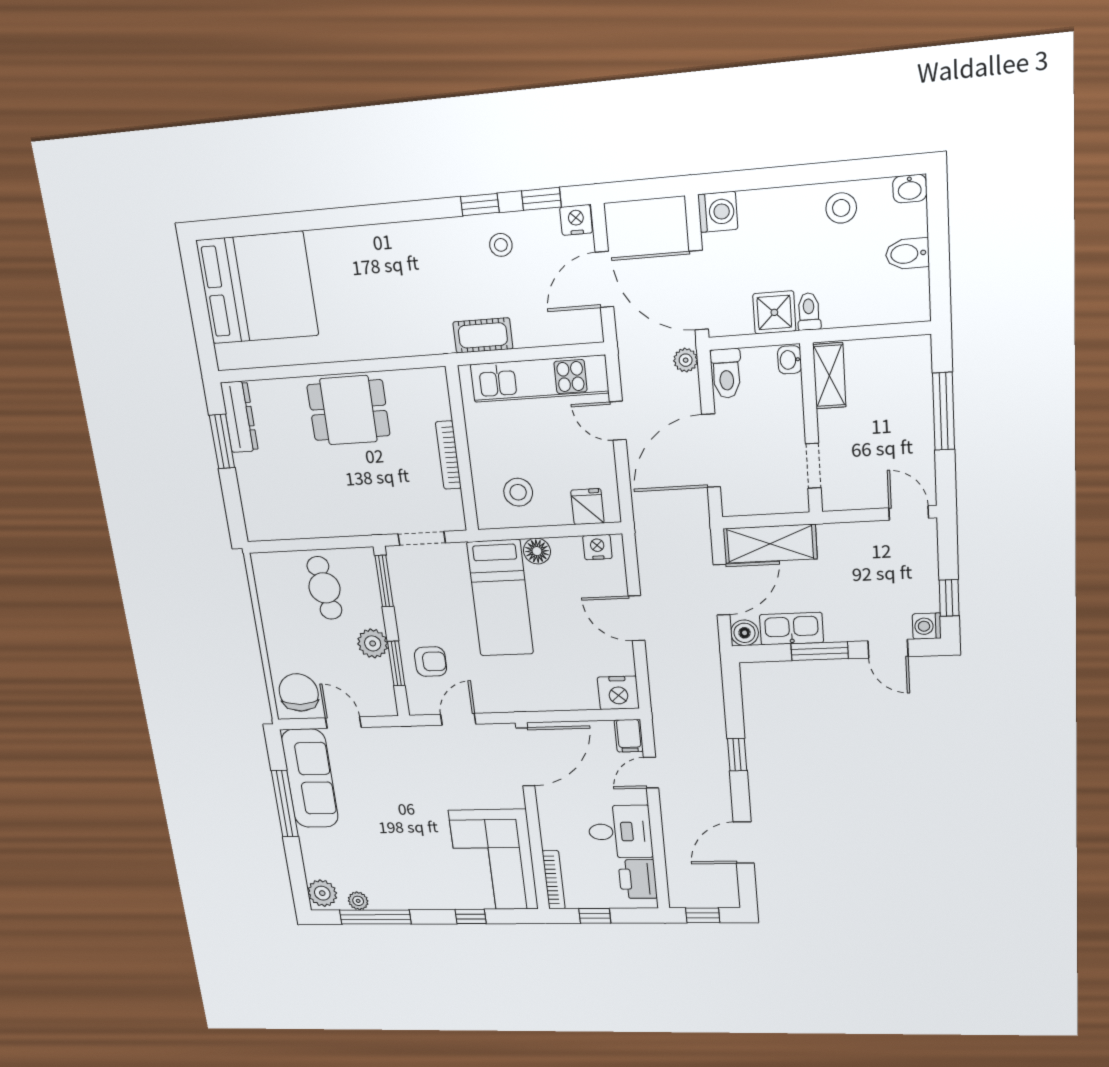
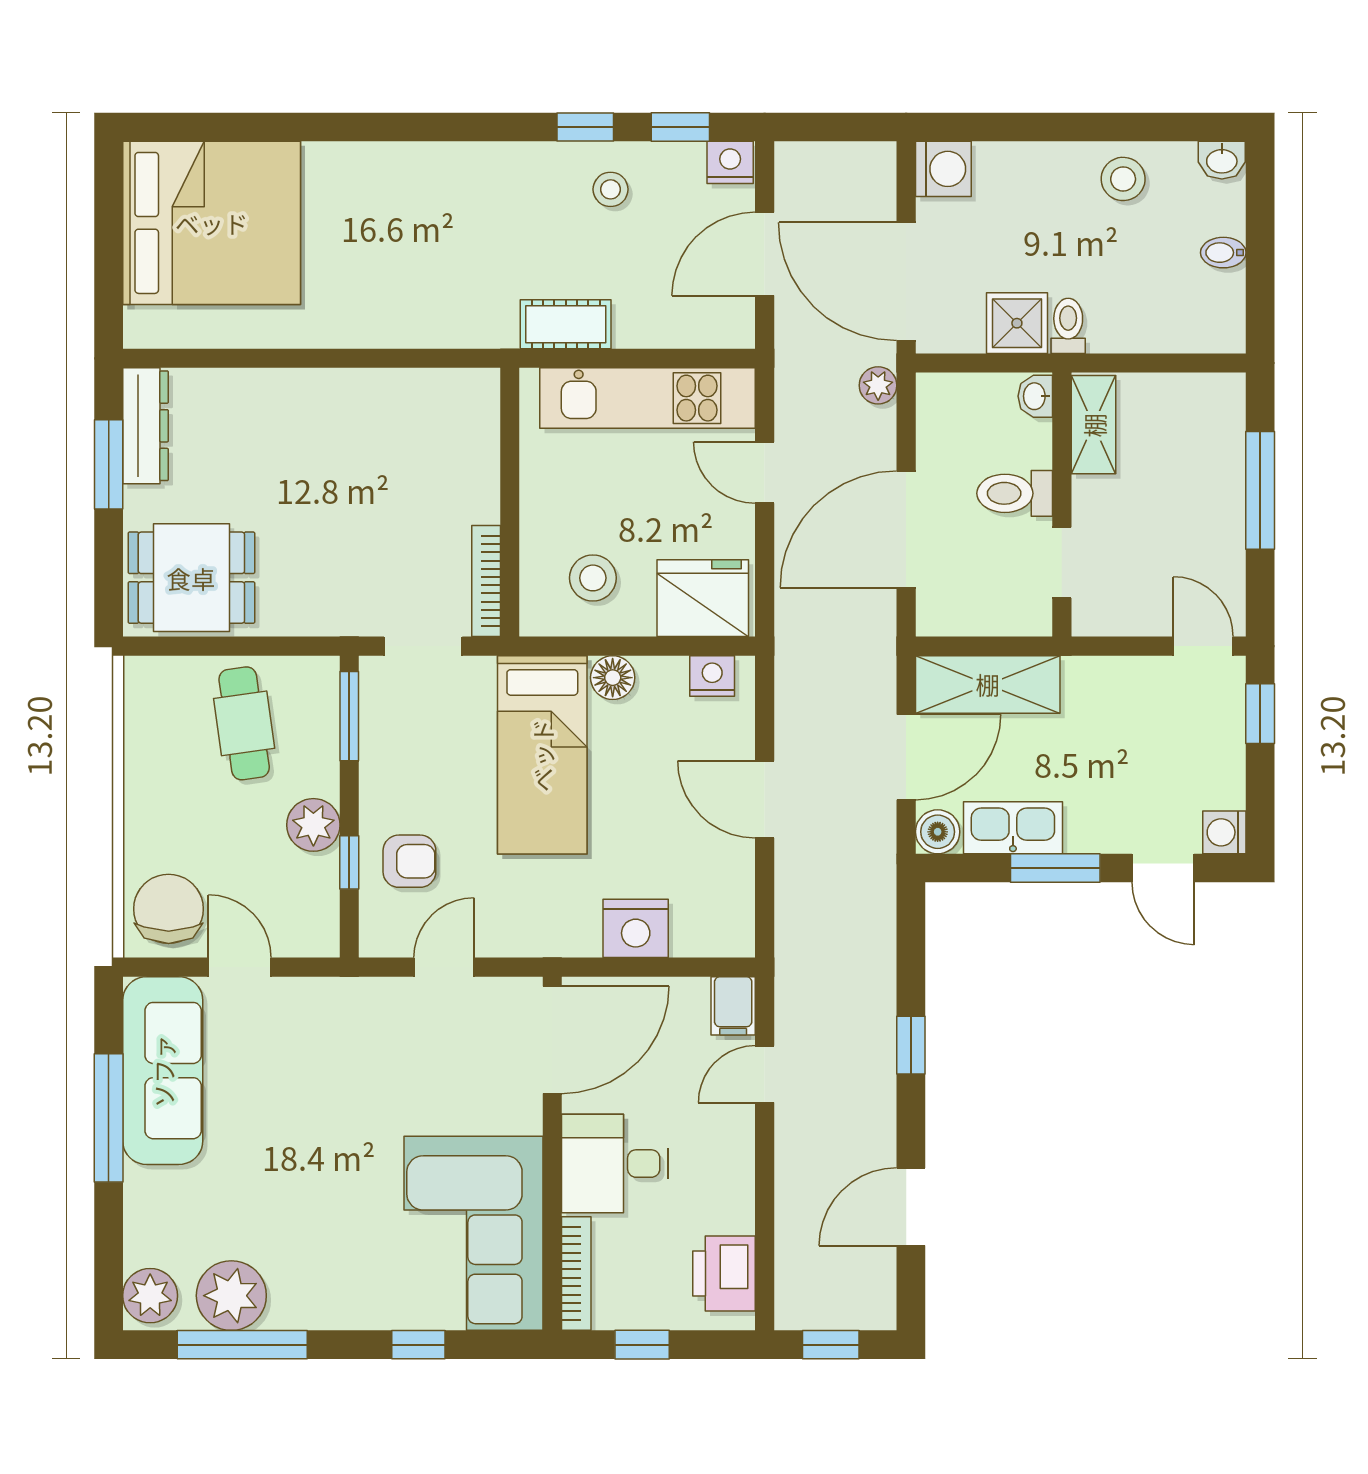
bidet: (907, 254) -> (1223, 253), width x0.72, depth x0.74
toilet: (726, 373) -> (1015, 493), moved, turned 90
dining table: (348, 410) -> (191, 578), moved
bookcase: (448, 455) -> (486, 581), moved
fridge: (587, 507) -> (703, 598), width x1.88, depth x1.34
window: (949, 598) -> (1260, 714), moved
window: (396, 663) -> (349, 862), width x0.67
nightstand: (618, 693) -> (636, 928), moved
desk: (620, 832) -> (615, 1164), moved, turned 180
plant: (358, 901) -> (231, 1296), width x1.88, depth x1.88

